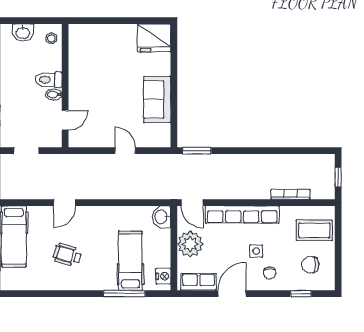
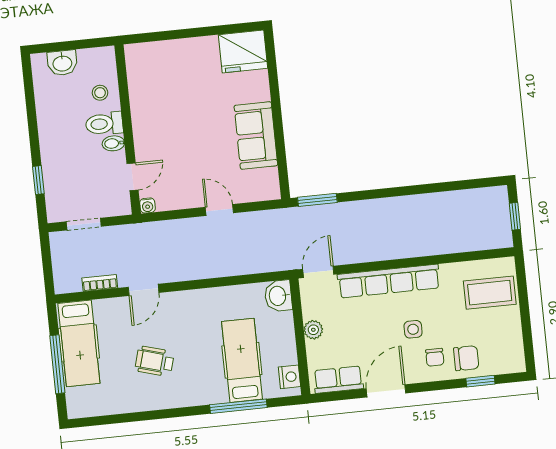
stool: (51, 38) -> (100, 93), moved
water cooler: (74, 142) -> (147, 206), added
bookcase: (291, 194) -> (100, 283), moved, width x0.64
door: (192, 203) -> (318, 272), swing flipped
plant: (190, 244) -> (313, 330), width x0.53, depth x0.53
chair: (310, 265) -> (466, 358), moved, turned 180

